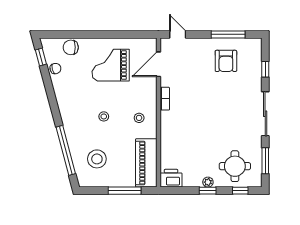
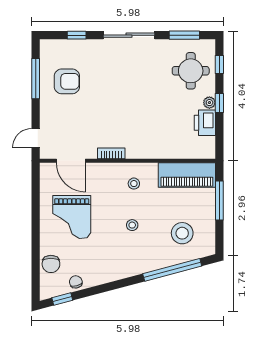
printer: (171, 178) -> (205, 123), moved

